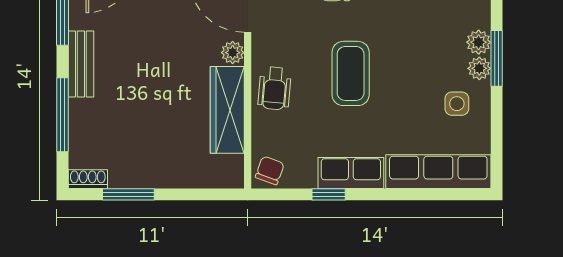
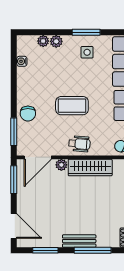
window: (497, 58) -> (86, 32), moved
bench: (81, 64) -> (79, 241), moved
plant: (479, 68) -> (43, 41), moved

